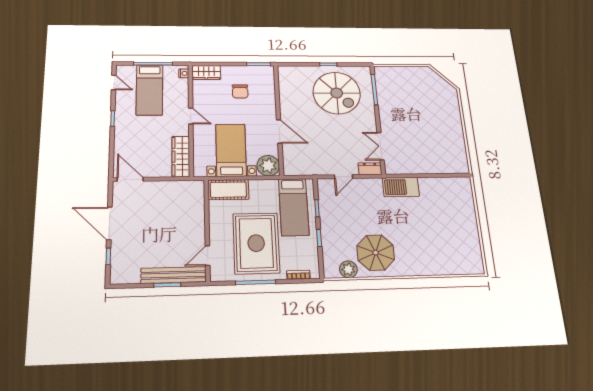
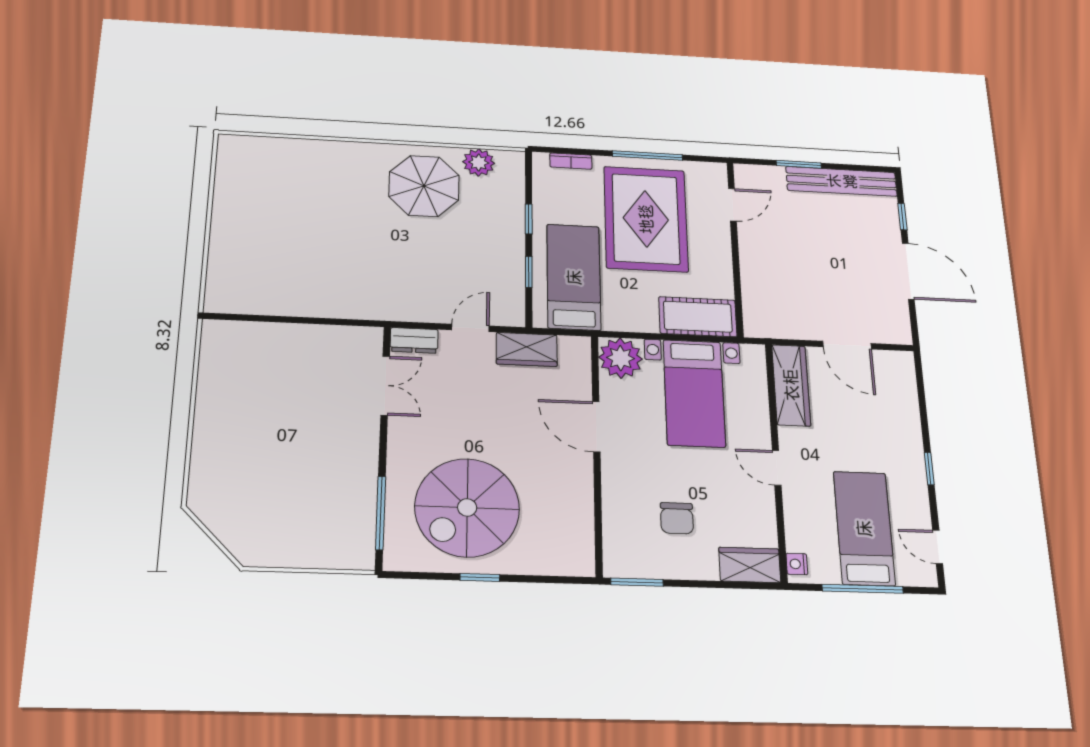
chair: (240, 91) -> (677, 518), turned 180
spiral stairs: (337, 93) -> (467, 507), turned -90
wardrobe: (315, 167) -> (527, 349), added
door: (130, 179) -> (847, 345), moved
barbecue: (401, 187) -> (355, 301), removed
bench: (173, 275) -> (842, 181), moved

